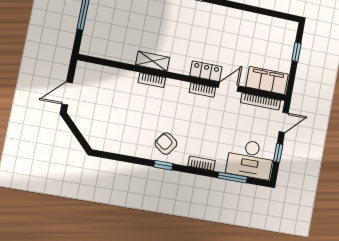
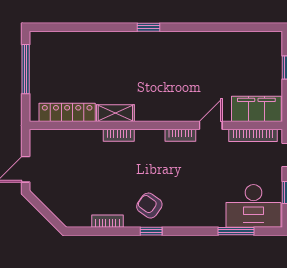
locker: (206, 71) -> (67, 112), moved, width x1.53
bookcase: (202, 163) -> (107, 221), moved

